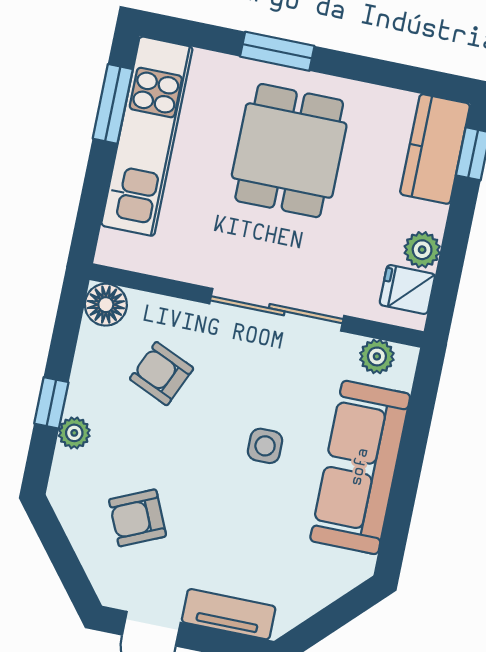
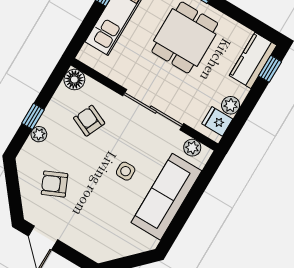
tv unit: (229, 614) -> (81, 244), removed

